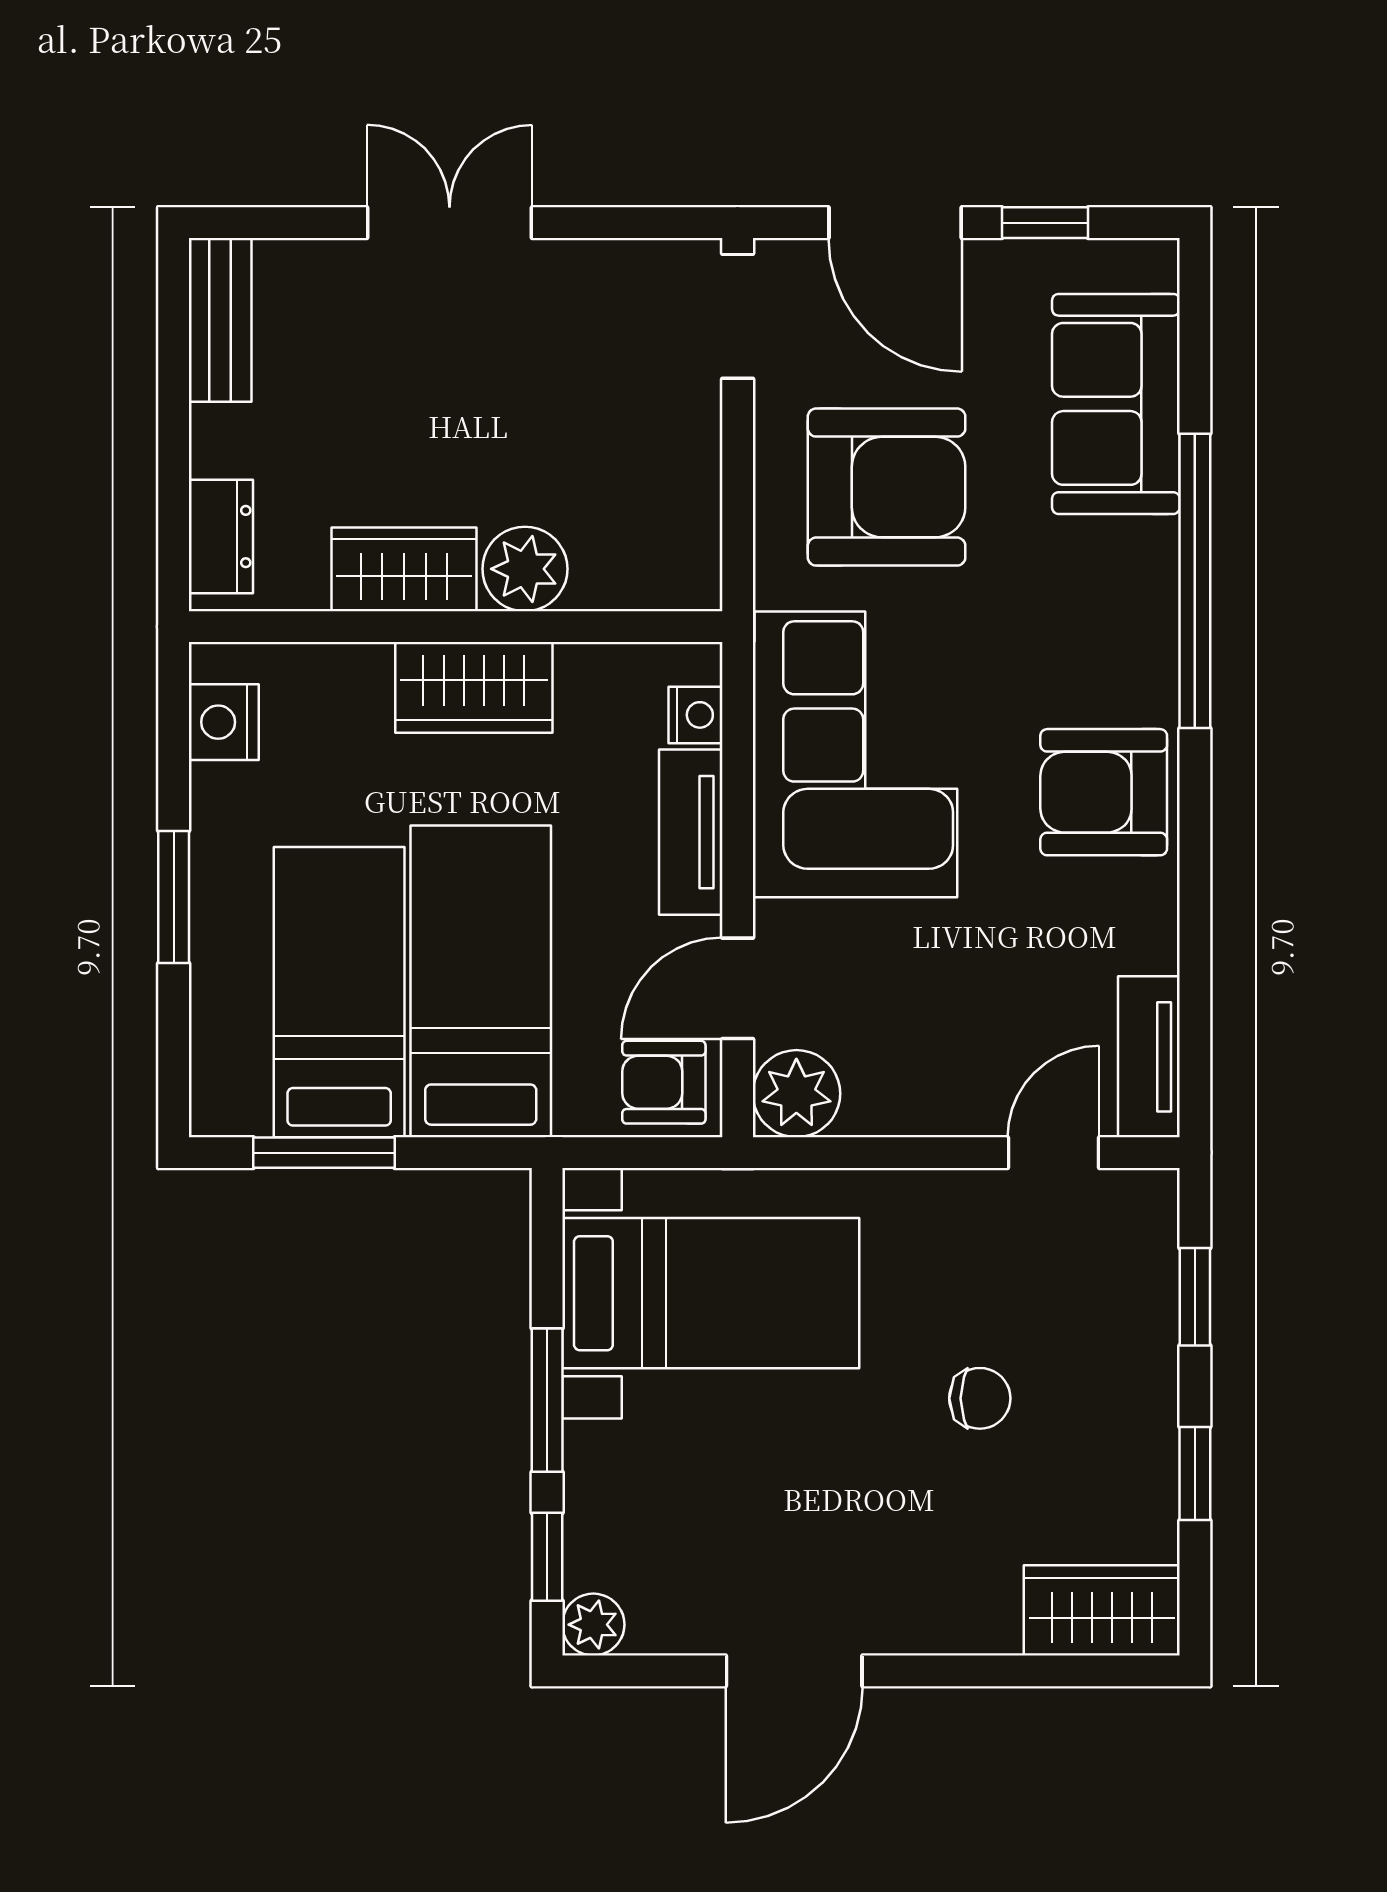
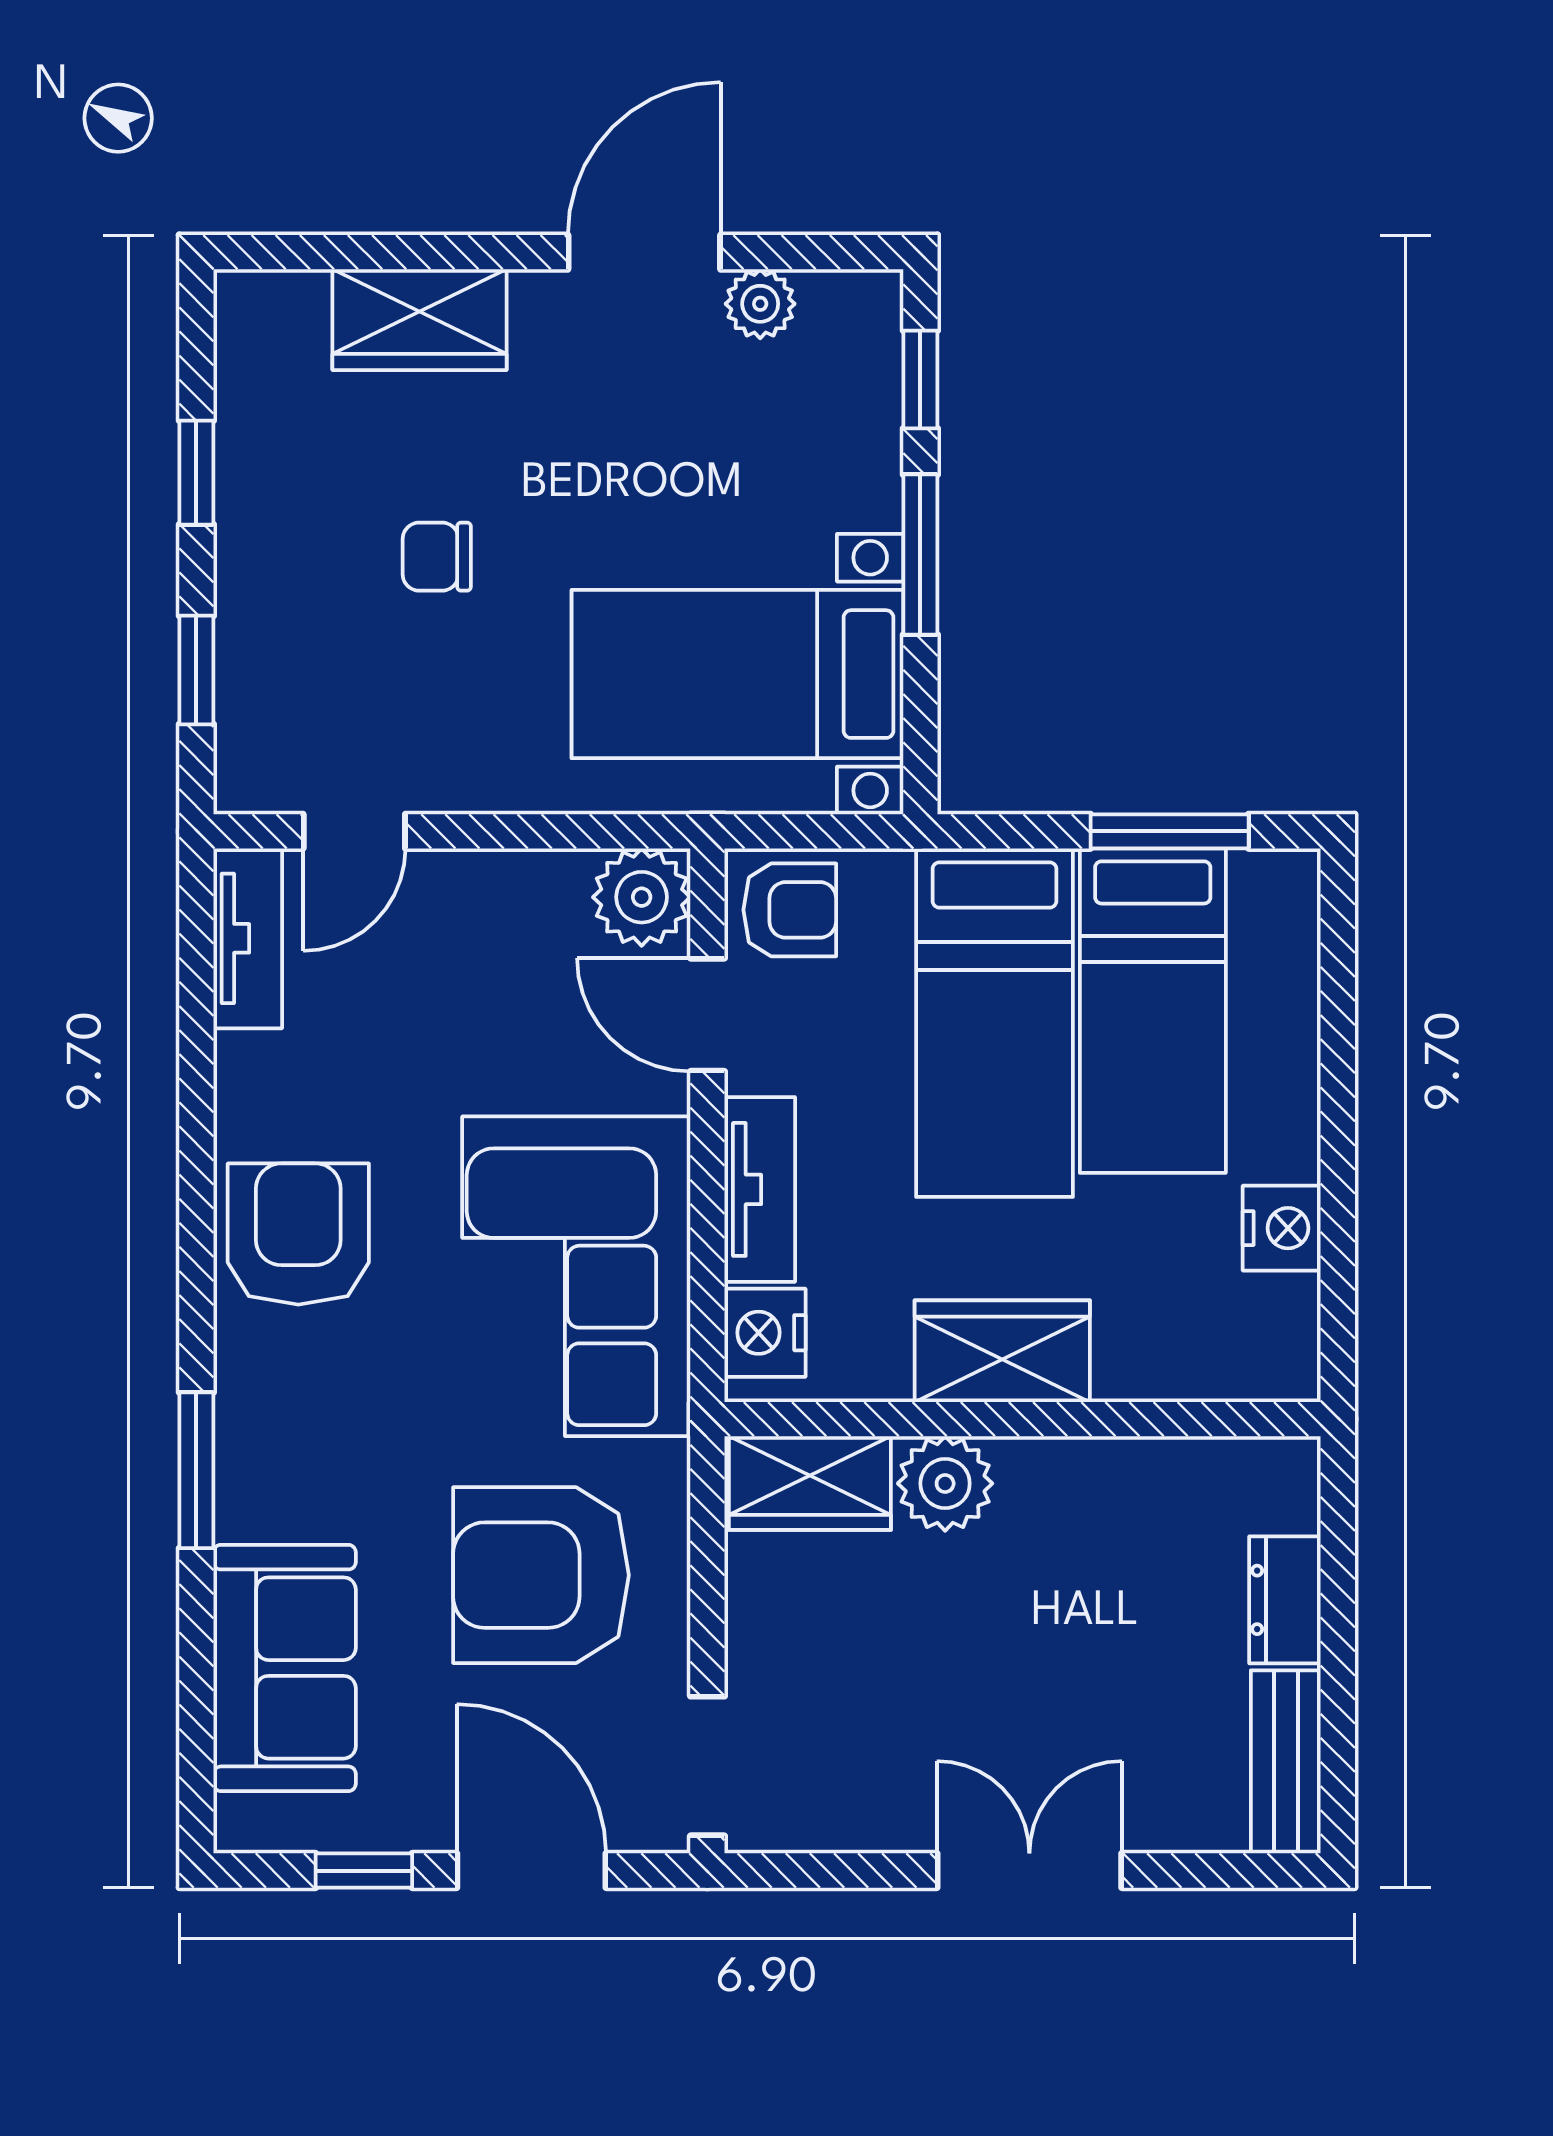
double door: (450, 223) -> (1029, 1871), swing flipped
dresser: (221, 537) -> (1285, 1600), moved
wardrobe: (404, 569) -> (810, 1483), moved
window: (1195, 581) -> (196, 1470), width x0.47
nightstand: (696, 715) -> (765, 1333), width x1.39, depth x1.35
nightstand: (224, 722) -> (1282, 1228), moved
armchair: (1104, 792) -> (298, 1234), turned -90
window: (174, 897) -> (1338, 1117), removed
door: (738, 988) -> (707, 1015), swing flipped
wardrobe: (1102, 1610) -> (420, 320), moved
plant: (593, 1625) -> (760, 304), moved

